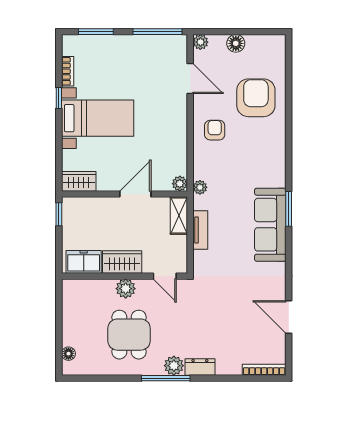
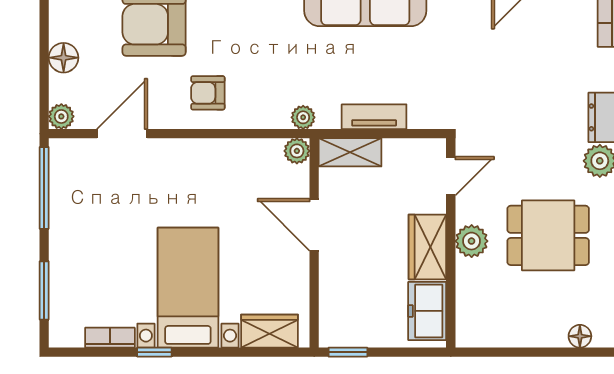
wardrobe: (79, 181) -> (269, 331), moved, turned 90

